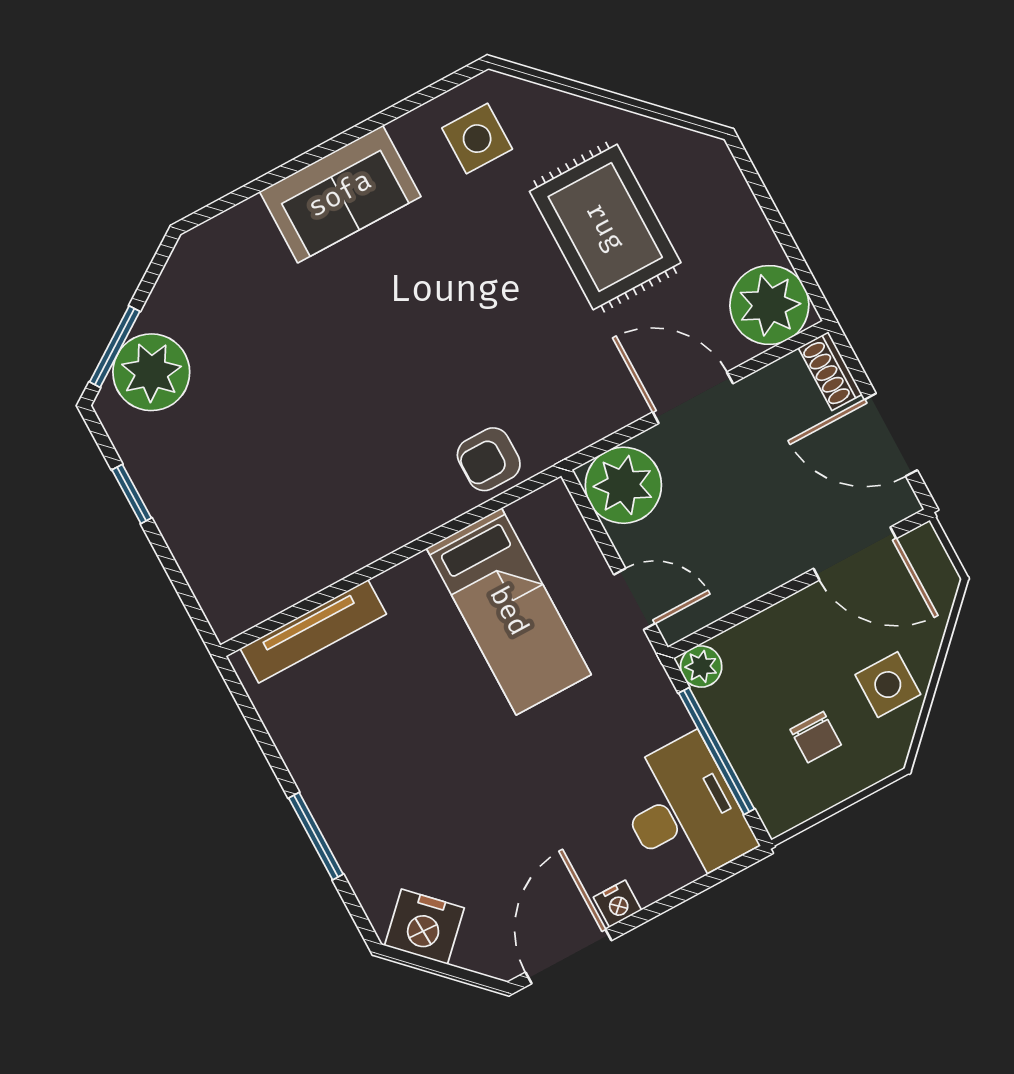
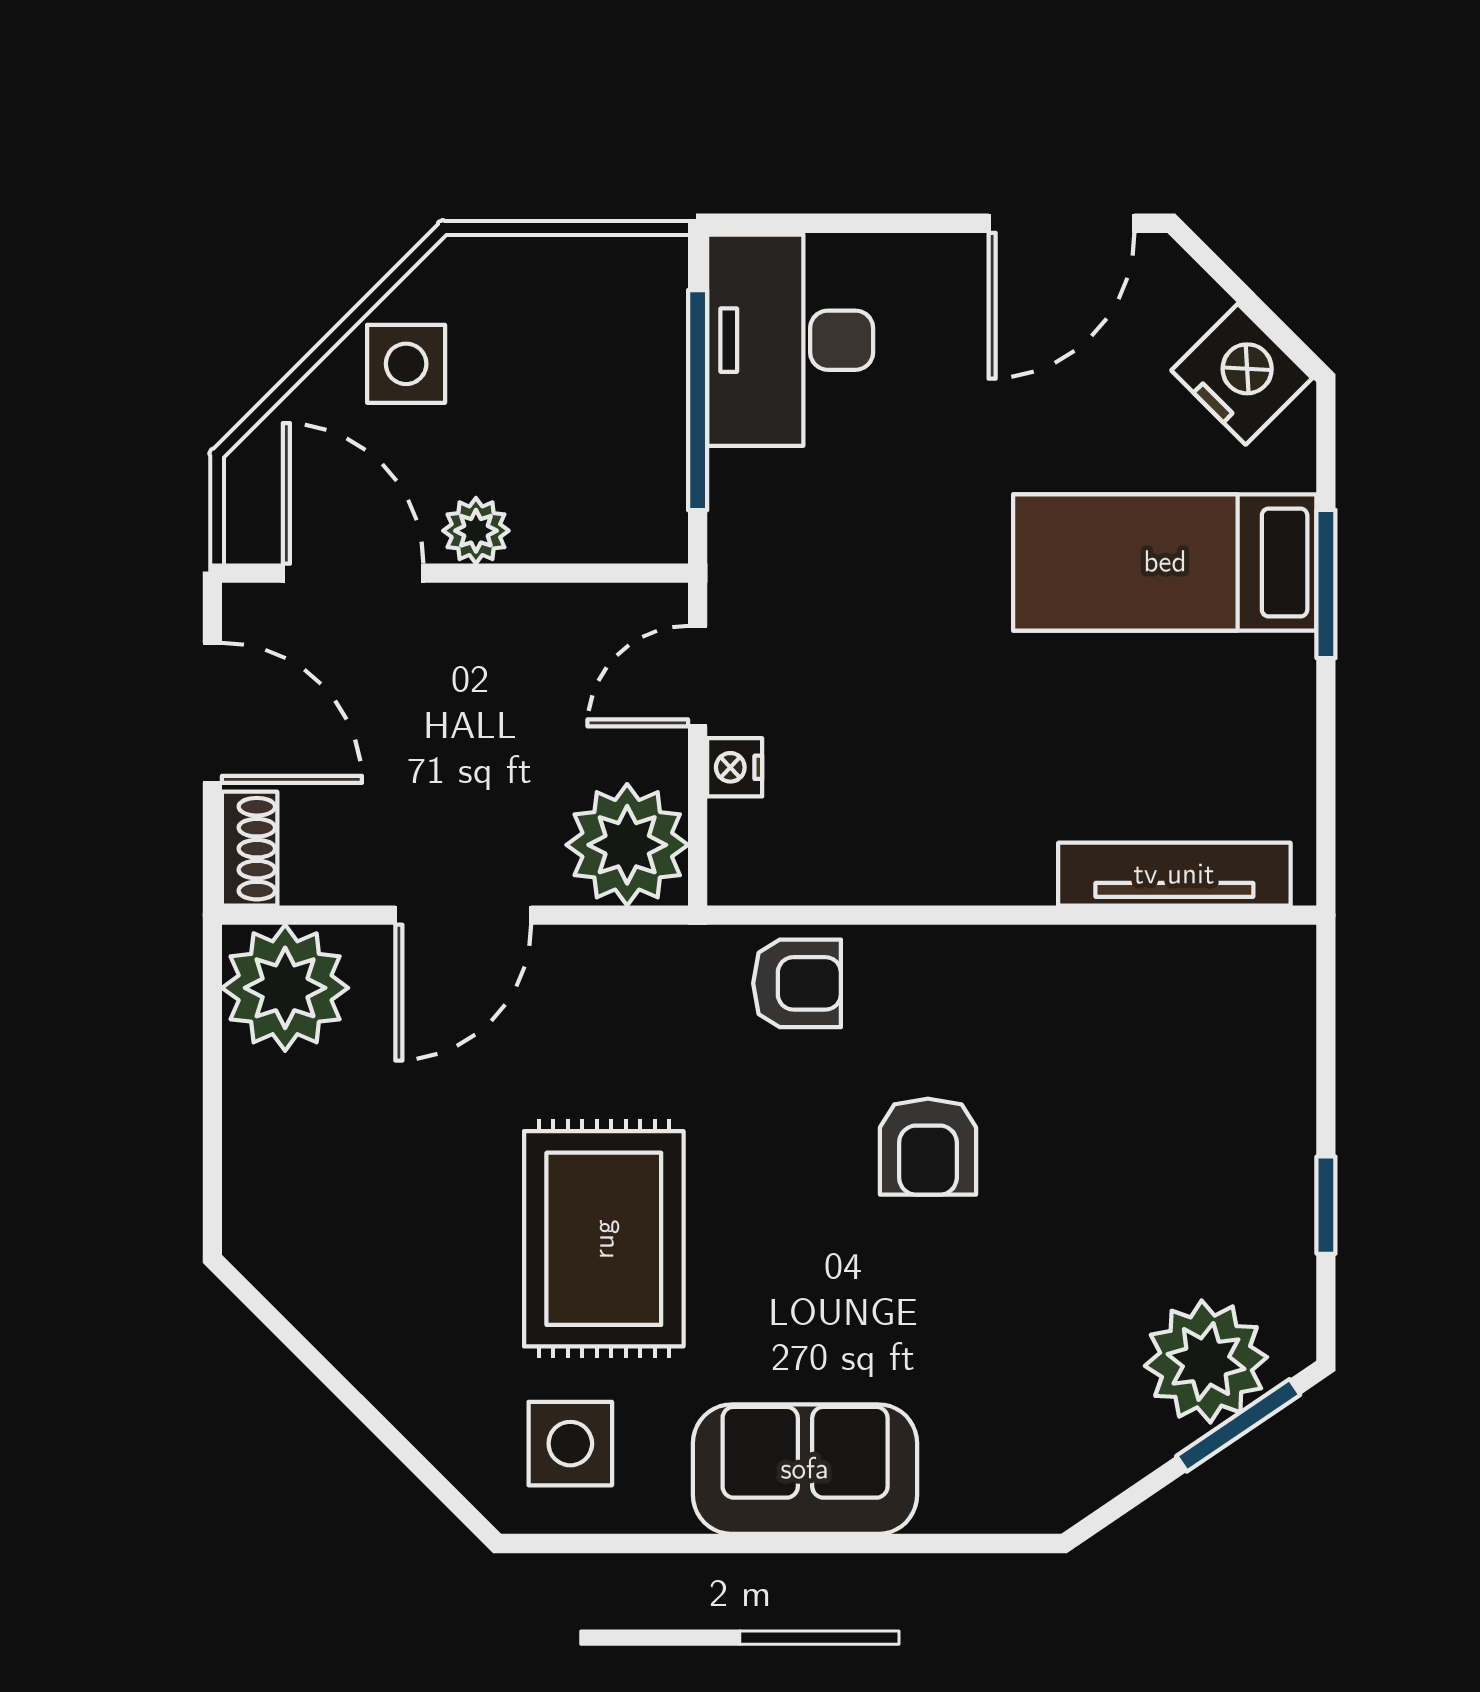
rug: (605, 227) -> (604, 1239), moved
door: (693, 398) -> (463, 915), hinge flipped
armchair: (368, 408) -> (928, 1147), added
door: (635, 599) -> (698, 676), hinge flipped
bed: (509, 611) -> (1165, 562), moved, turned -90
plant: (701, 667) -> (476, 531), moved
chair: (816, 737) -> (547, 345), removed
nightstand: (617, 904) -> (735, 767), moved, turned -90

